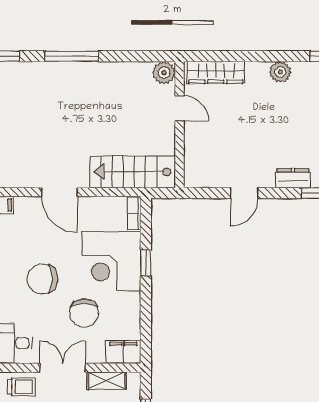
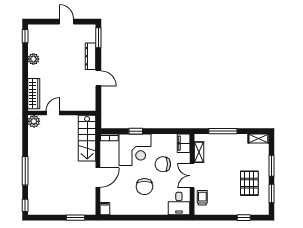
dresser: (293, 178) -> (90, 56), width x1.44
chair: (84, 313) -> (163, 164), turned 180

